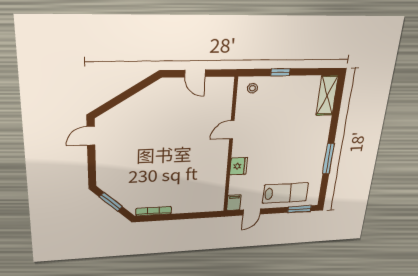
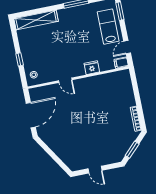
door: (195, 73) -> (31, 115), width x1.88
shelving: (327, 95) -> (36, 20), width x1.47
door: (91, 136) -> (95, 170), moved
door: (252, 212) -> (127, 47), swing flipped

